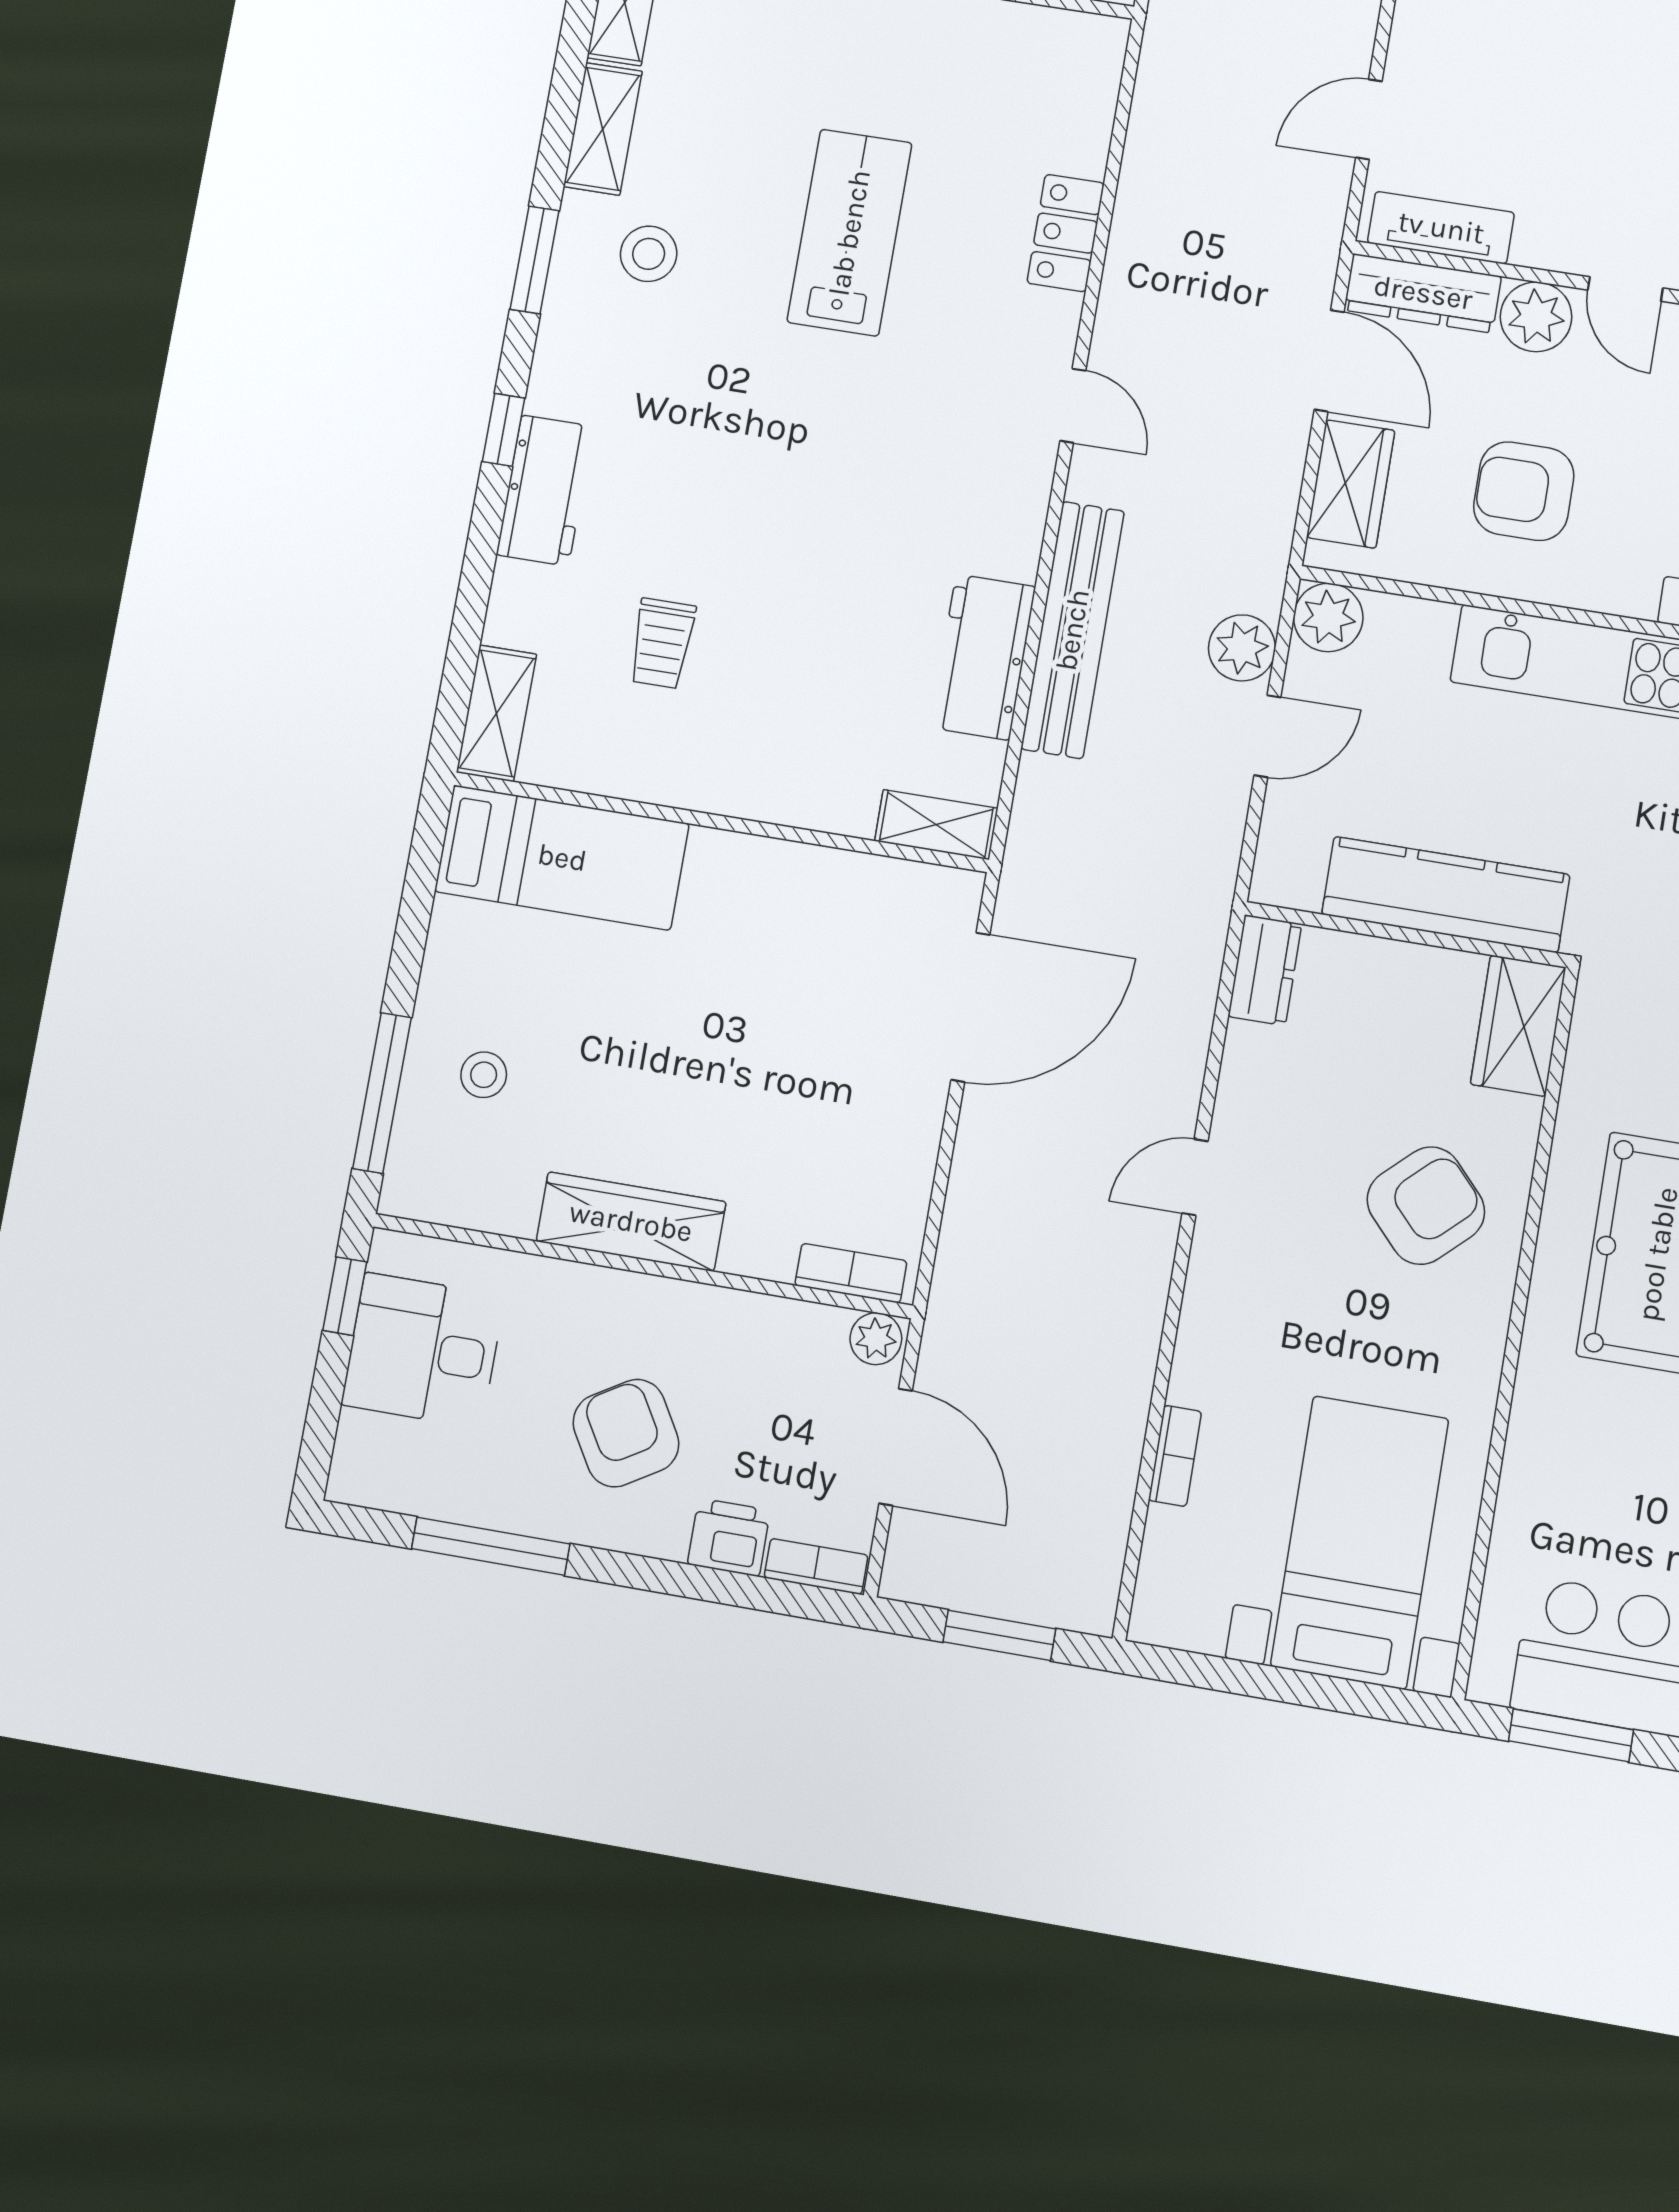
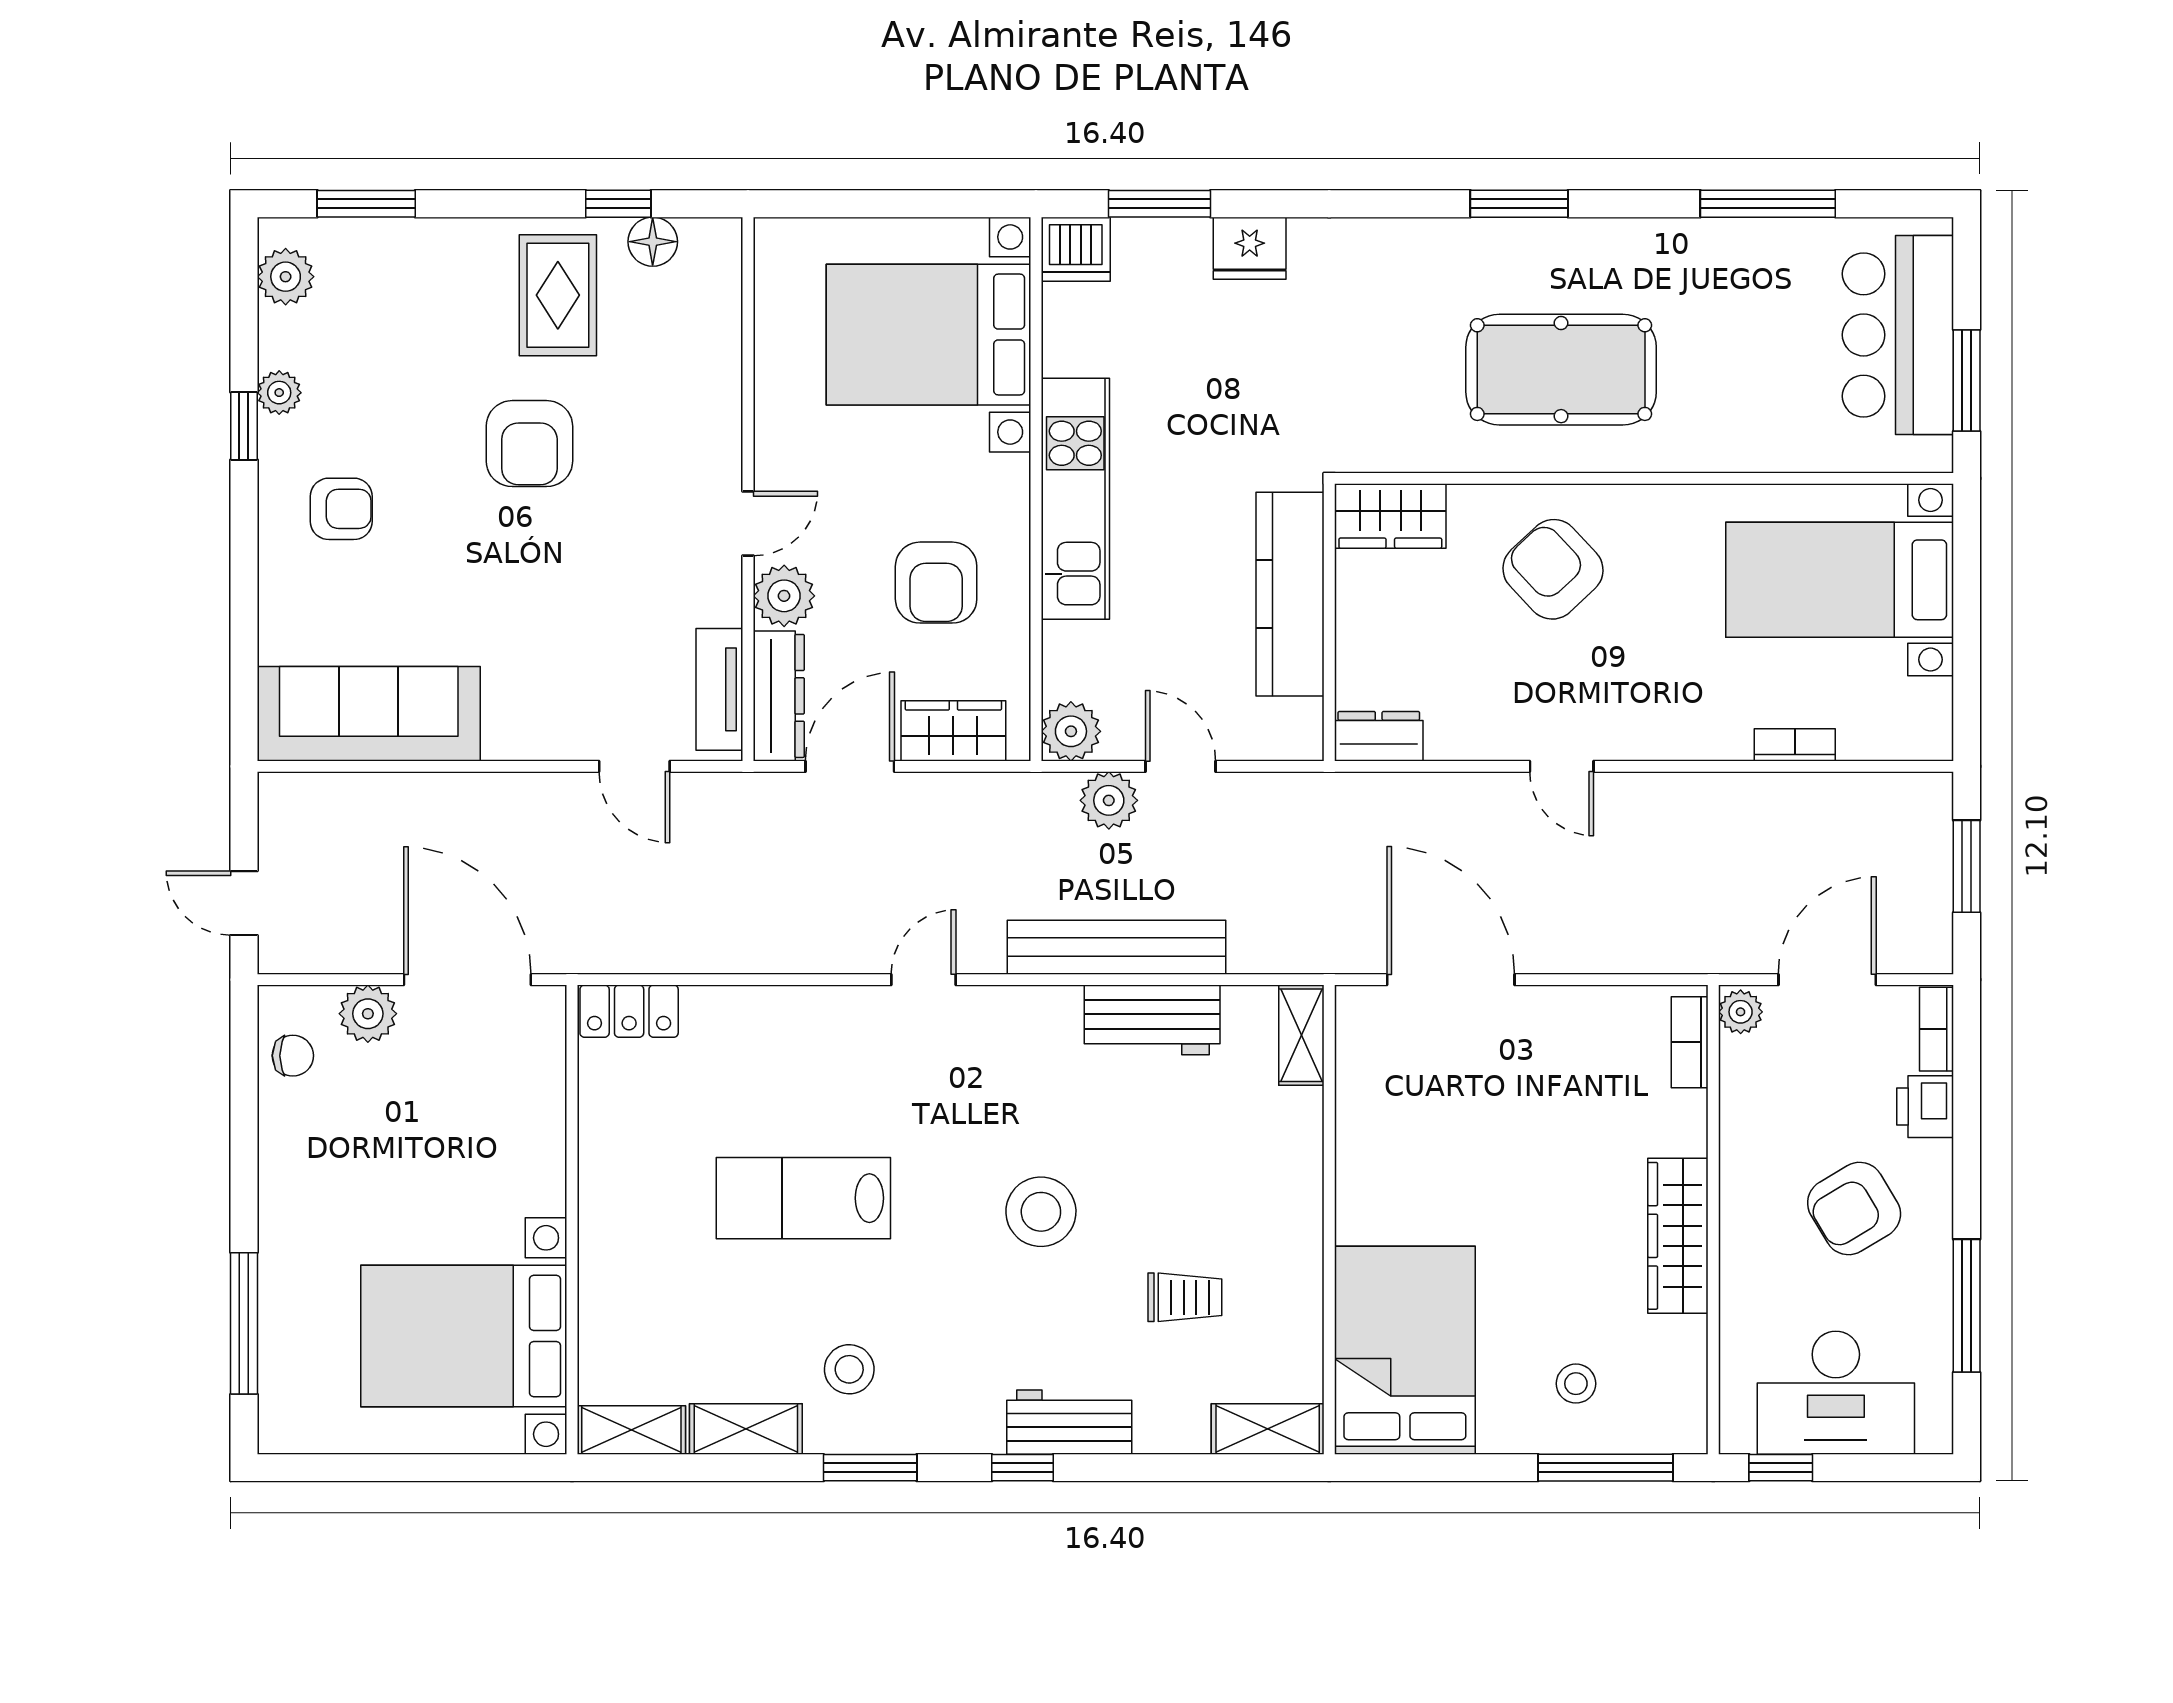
locker: (1066, 233) -> (629, 1011), moved
stool: (787, 496) -> (1041, 1212), added
bed: (562, 858) -> (1405, 1350), width x1.50
desk: (423, 1350) -> (1836, 1393), width x1.37

